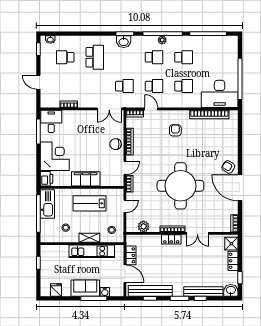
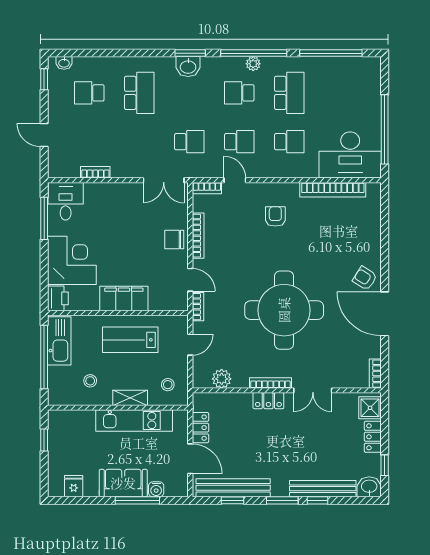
school desk: (154, 57) -> (239, 93), turned 180
school desk: (184, 57) -> (289, 93), width x1.85
door: (125, 168) -> (190, 280), hinge flipped

